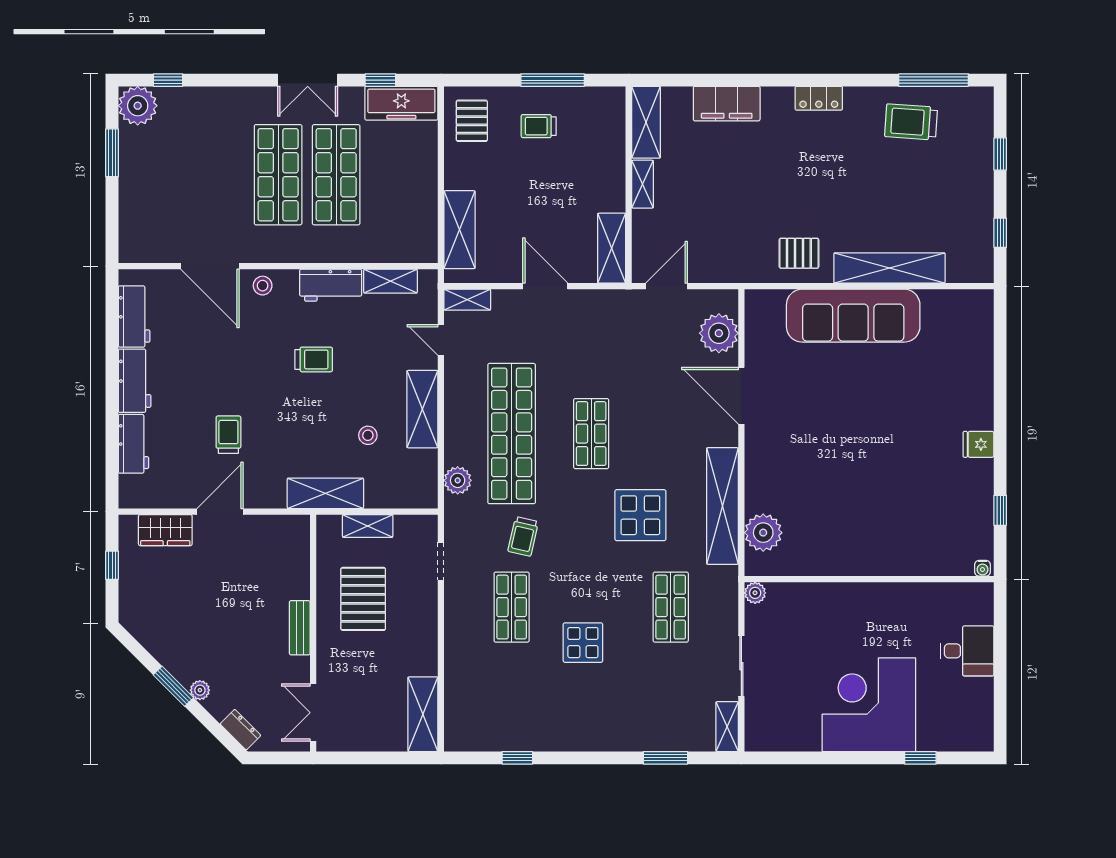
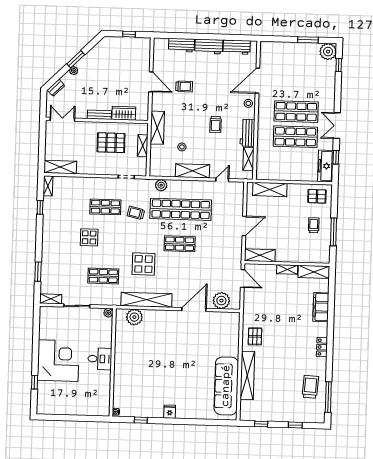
shelving: (467, 300) -> (48, 186), moved
sofa: (853, 316) -> (226, 386), moved
wardrobe: (165, 530) -> (124, 113), moved, turned 90
desk: (967, 651) -> (100, 359), moved, turned -90

